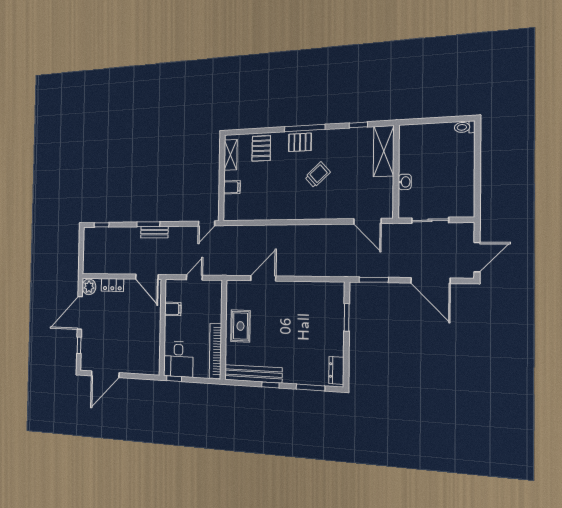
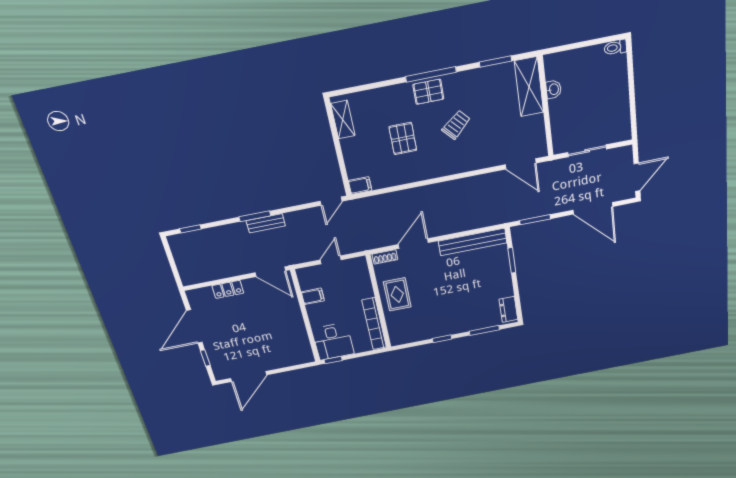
window: (358, 125) -> (496, 62), width x1.50
pallet: (261, 148) -> (403, 139), moved
washbasin: (405, 182) -> (554, 89), moved
filing cabinet: (232, 187) -> (360, 186), moved
shoe rack: (238, 286) -> (385, 257), added
plant: (89, 287) -> (197, 298), removed
bench: (253, 374) -> (473, 242), moved

